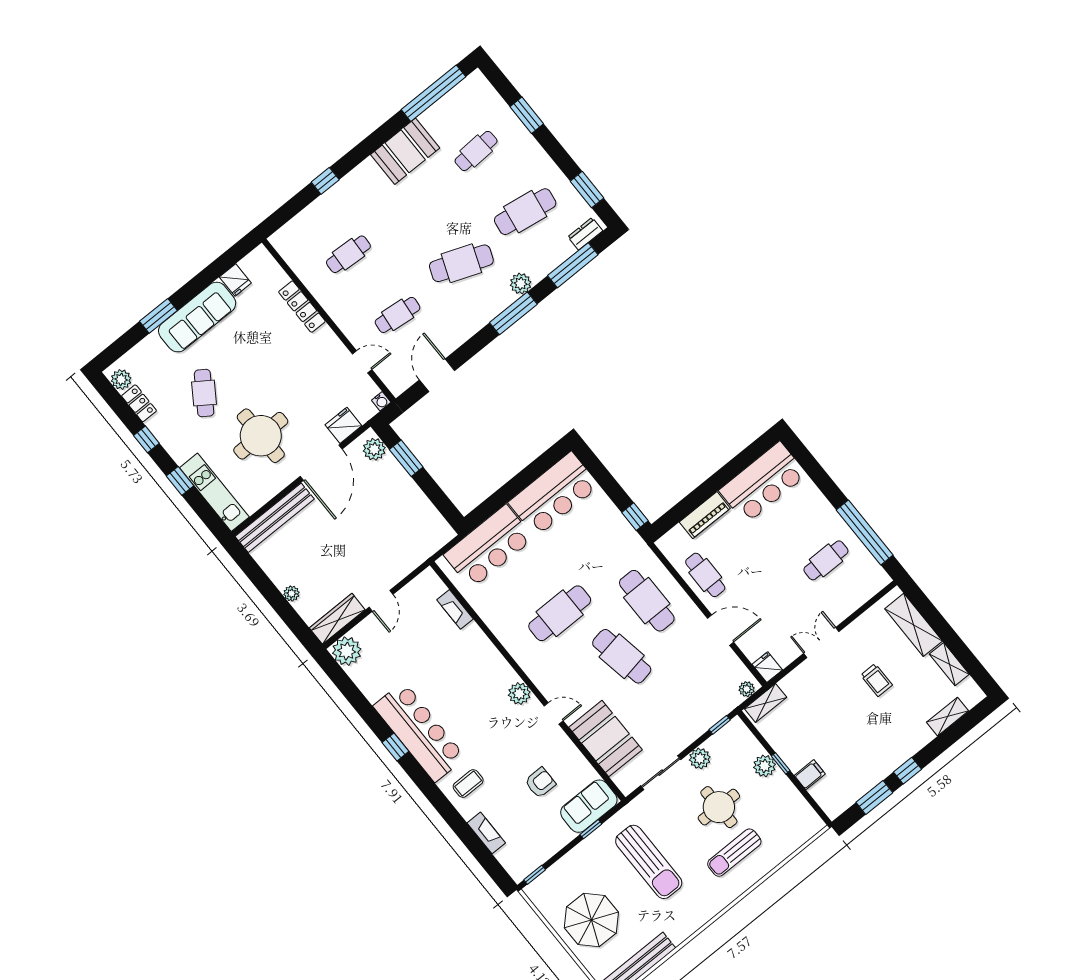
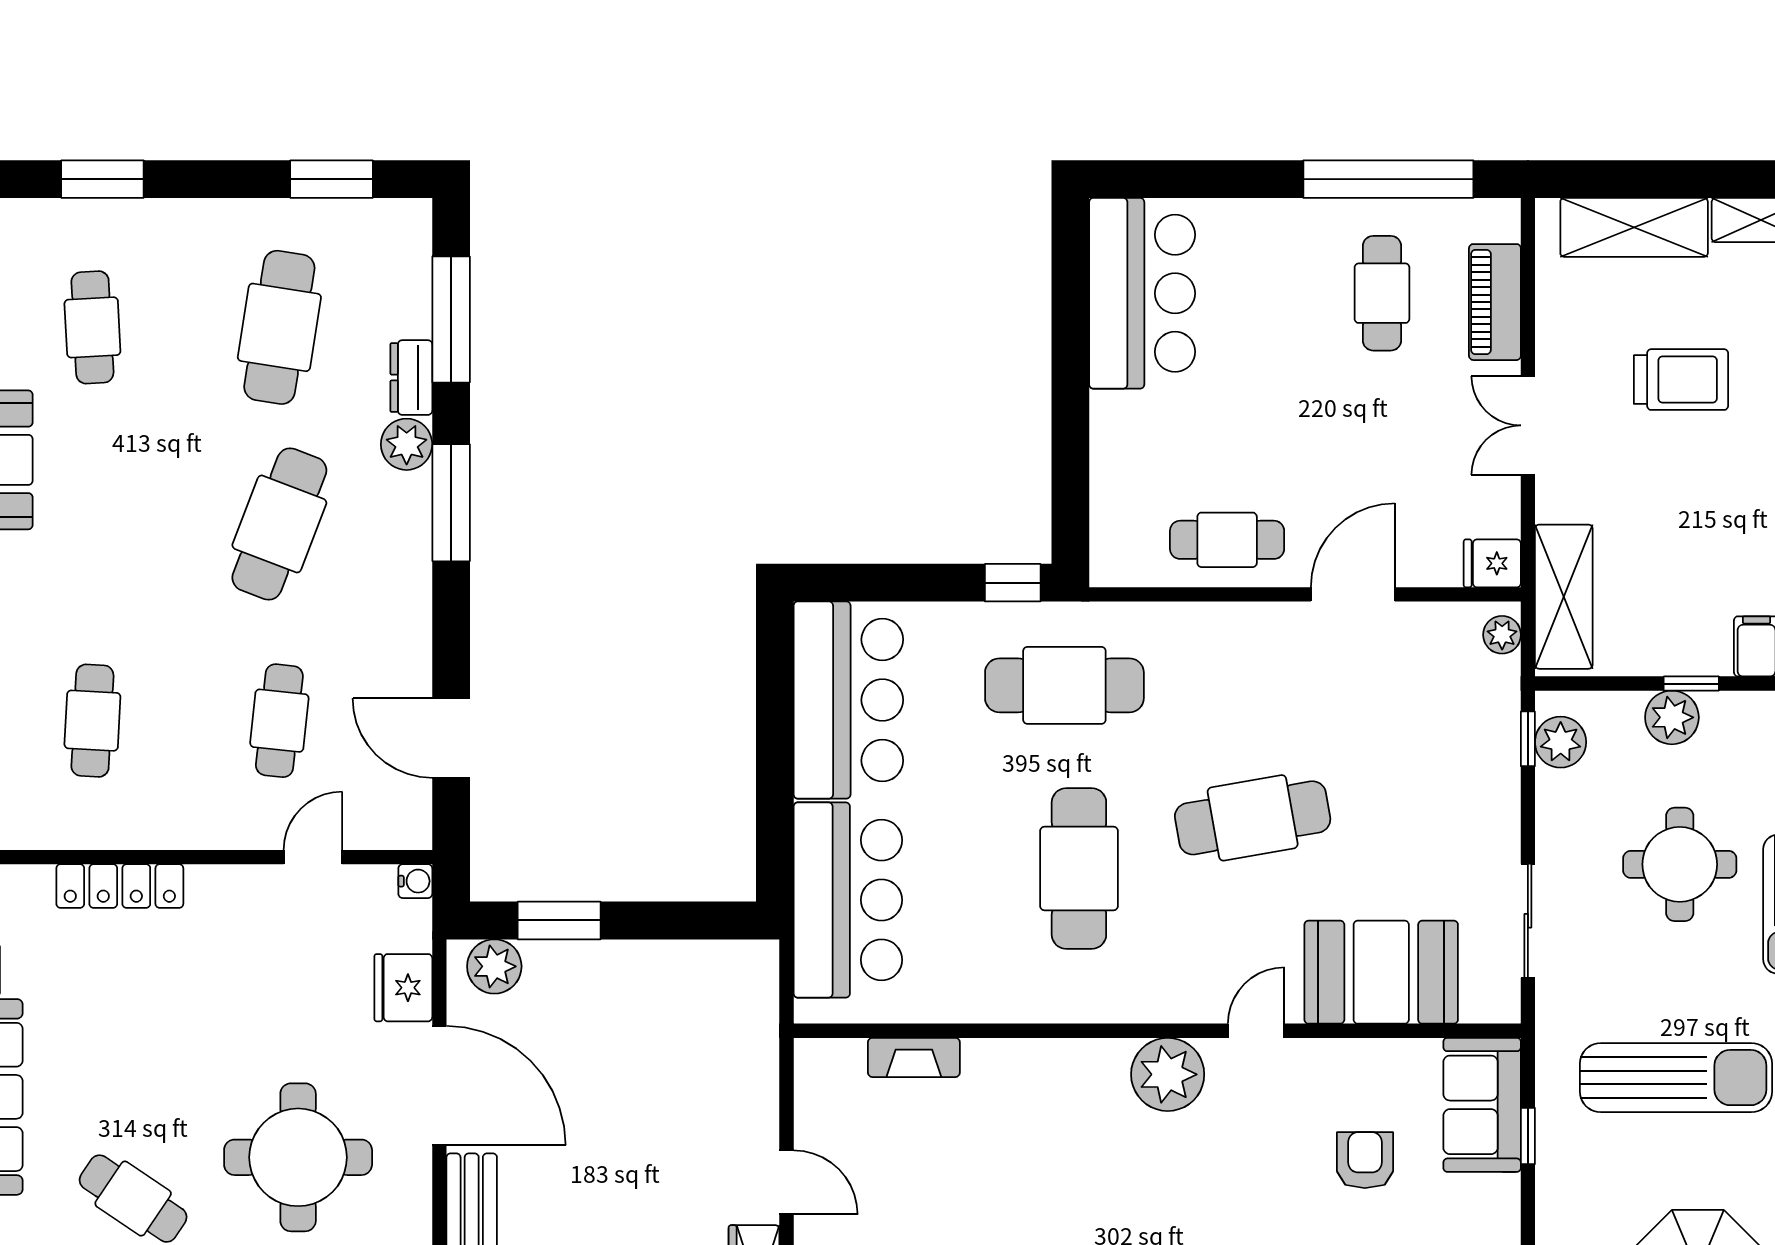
dresser: (585, 234) -> (411, 378), moved
piano: (705, 515) -> (1495, 302), moved, turned 180
cafe table: (647, 601) -> (1064, 685), moved
trolley: (877, 680) -> (1681, 380), width x1.36, depth x1.39
plant: (519, 694) -> (1168, 1074), width x1.36, depth x1.36
shelving: (766, 703) -> (1564, 597), width x1.50, depth x1.33
plant: (700, 759) -> (1561, 742), moved

